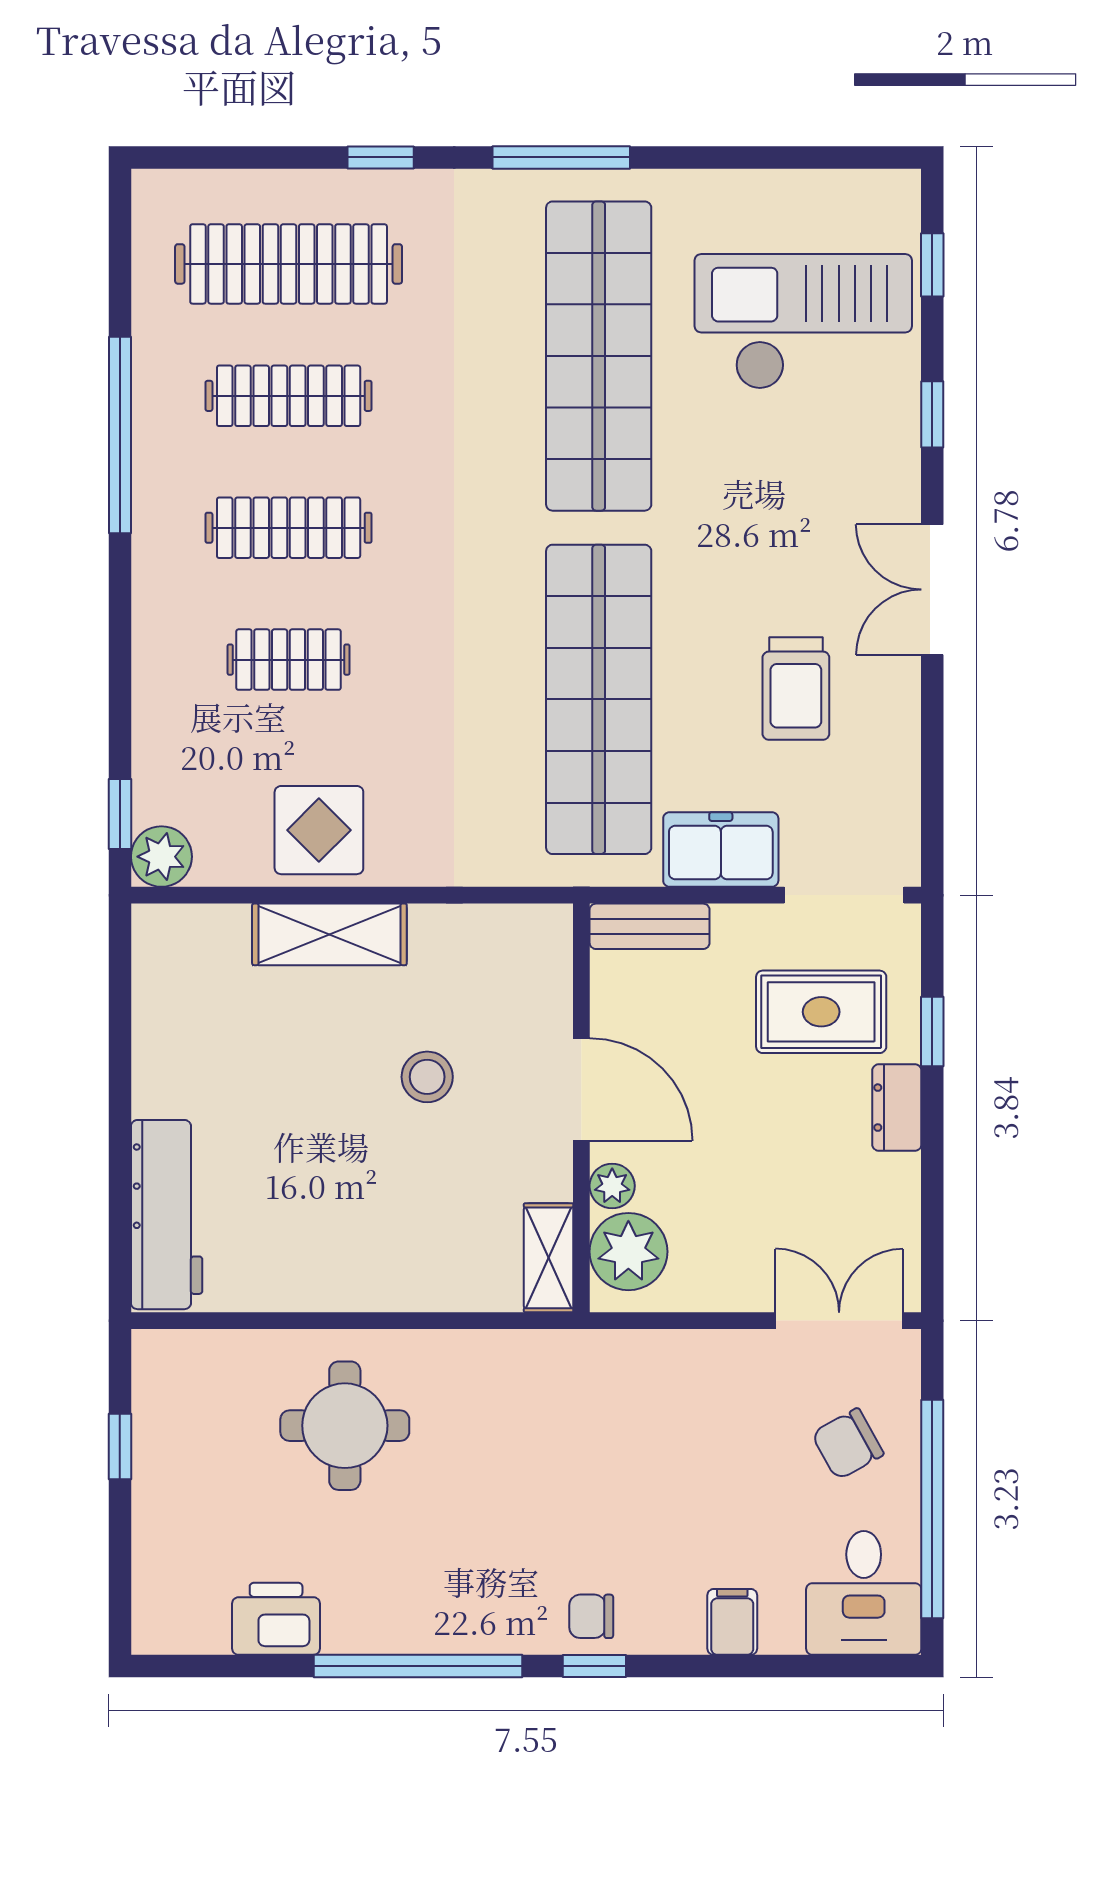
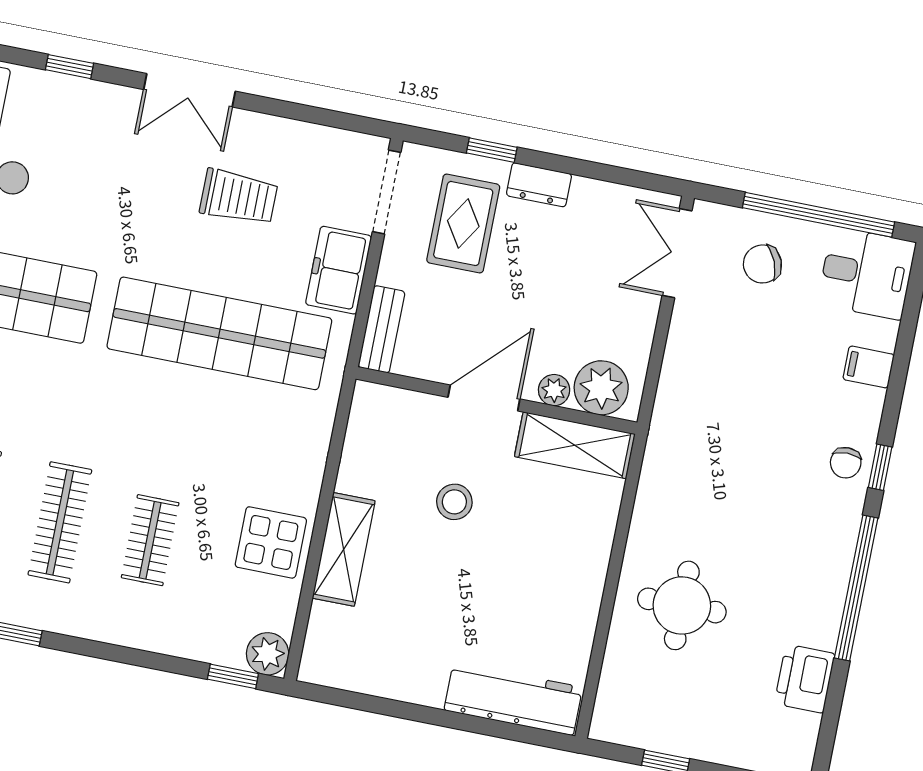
shelving: (549, 1258) -> (575, 445), width x1.50, depth x1.33
chair: (848, 1444) -> (762, 264), turned 97

